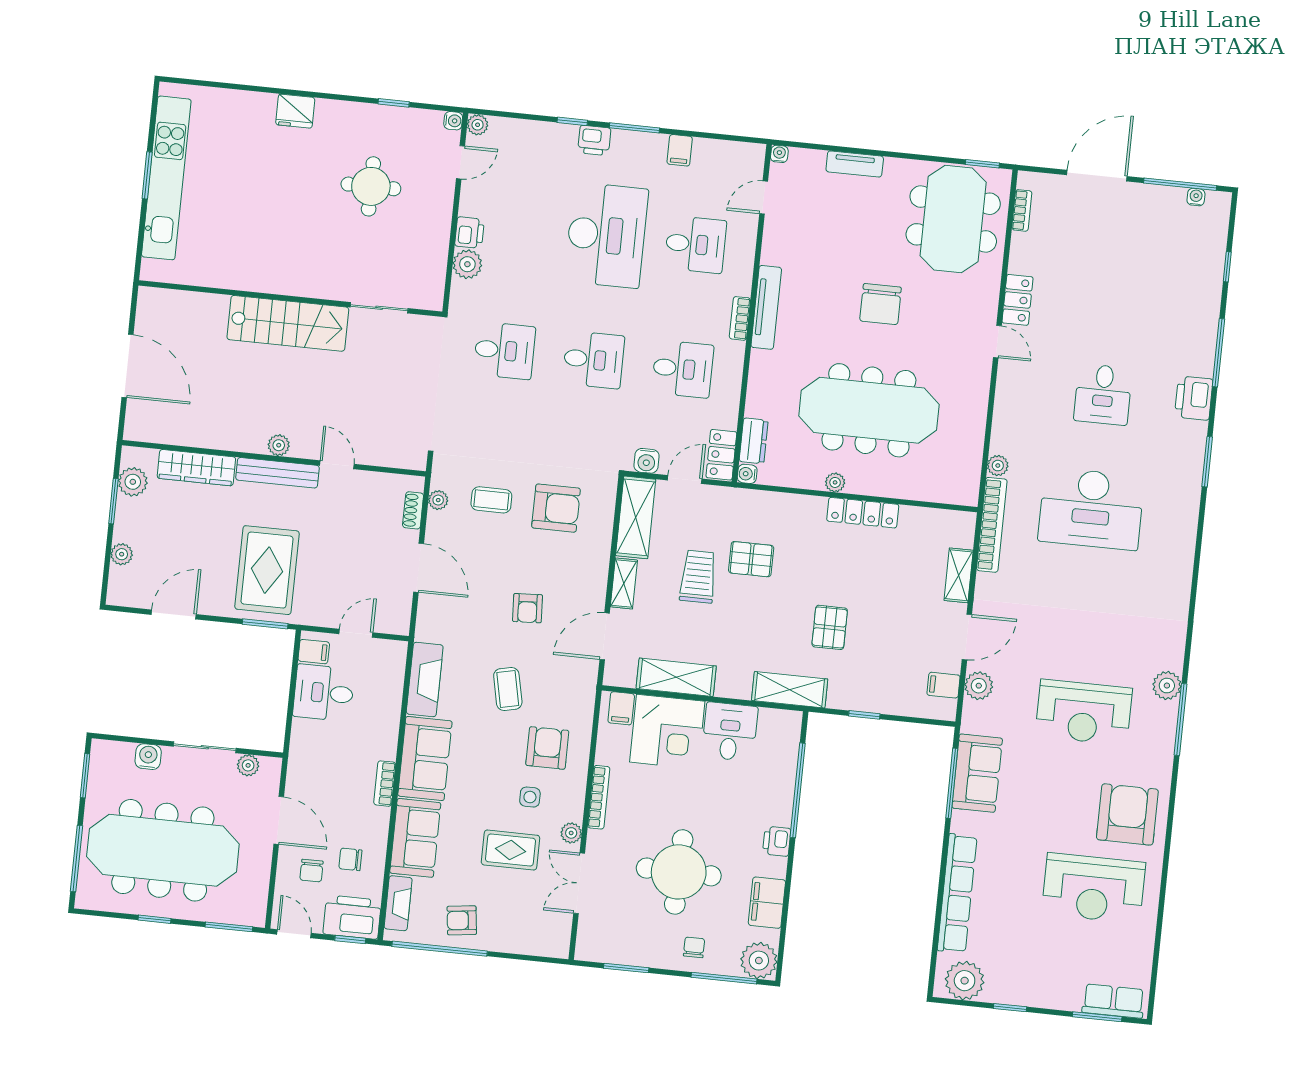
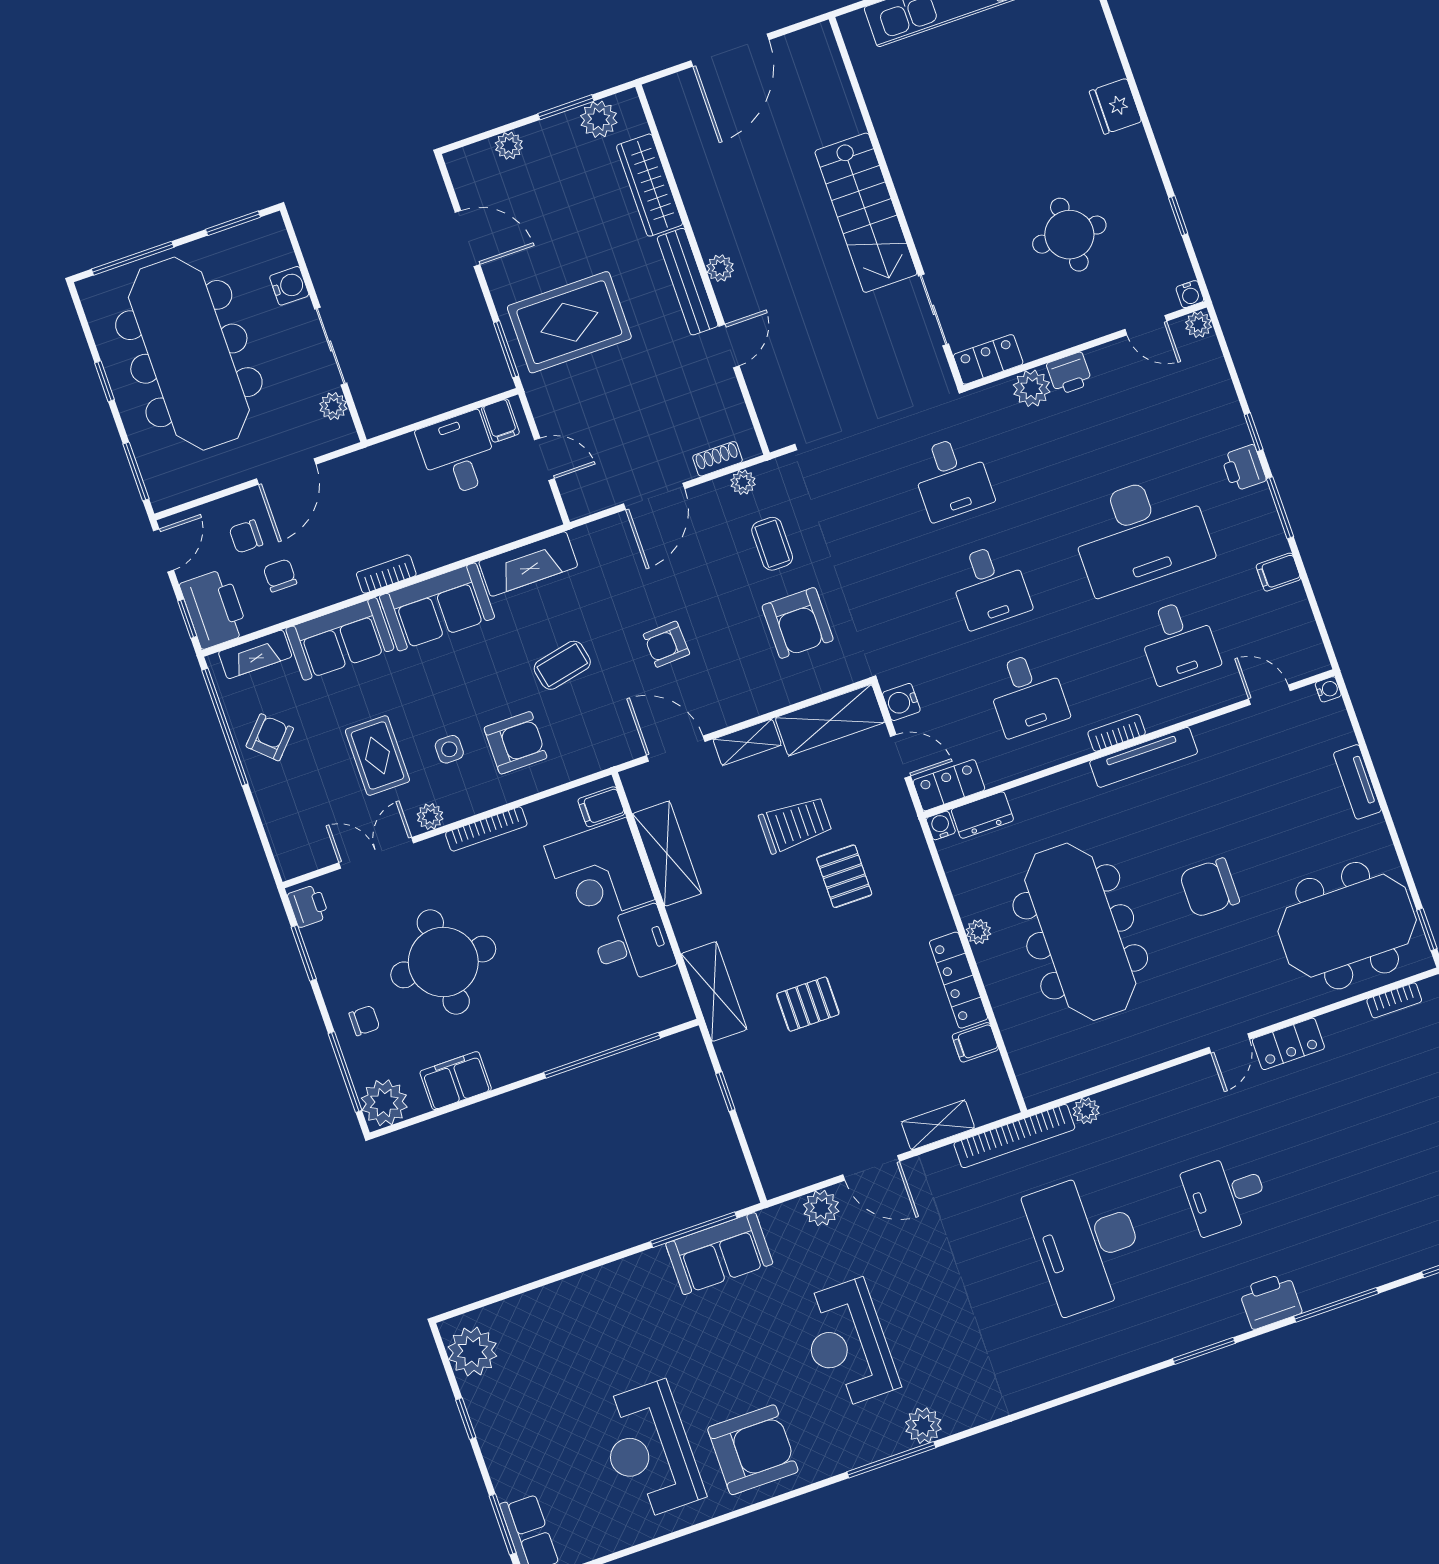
locker: (432, 285) -> (988, 359), added
filing cabinet: (943, 685) -> (975, 1042), moved, turned -90
printer: (777, 841) -> (308, 906), moved, turned 90
row of seats: (957, 893) -> (569, 1296), removed
armchair: (462, 920) -> (270, 737), turned 50

